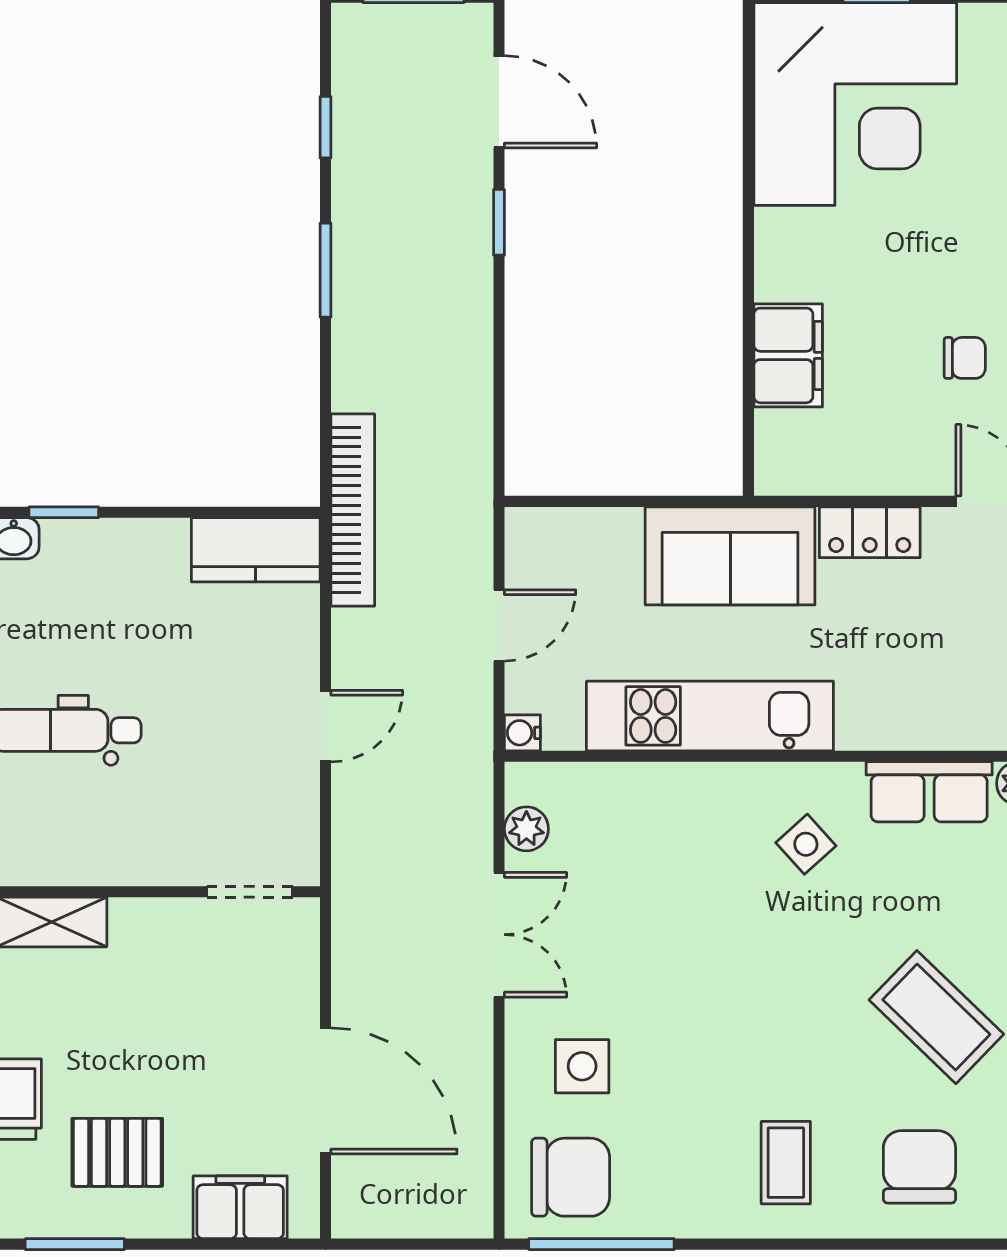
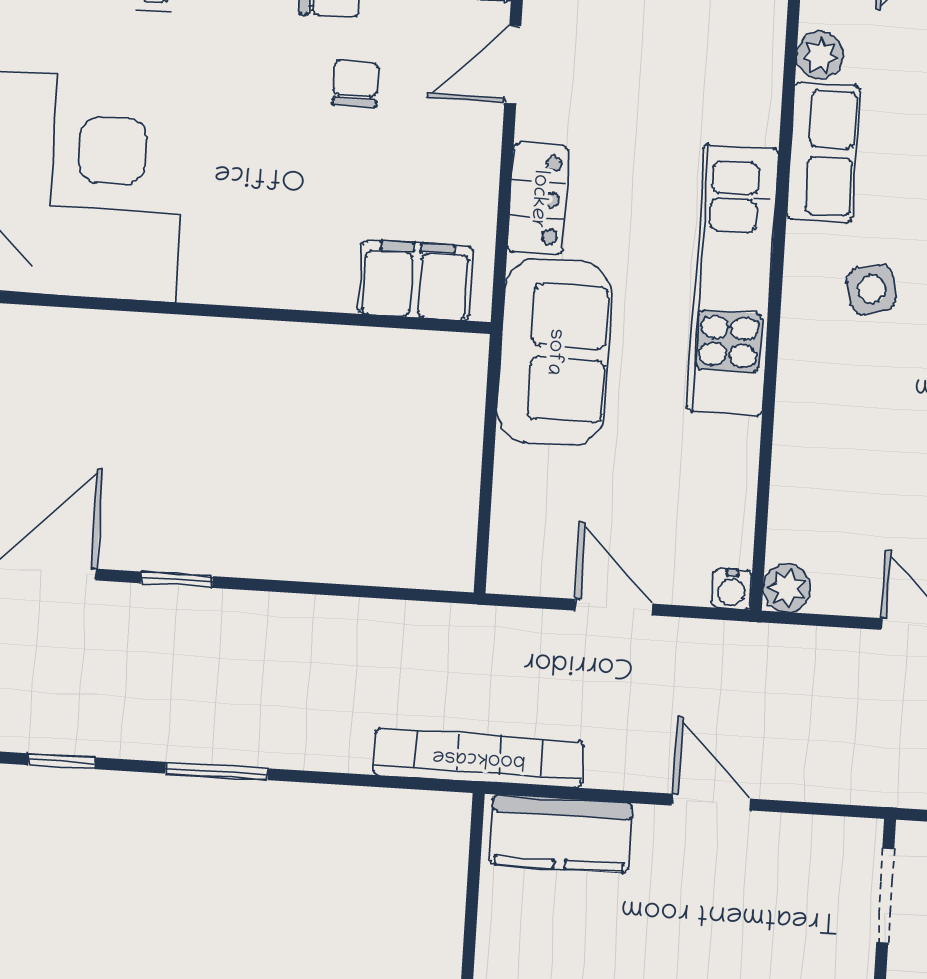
filing cabinet: (788, 355) -> (416, 280), moved
kitchen counter: (256, 550) -> (561, 834), moved, turned 90
kitchen unit: (710, 716) -> (733, 280), moved
plant: (526, 829) -> (787, 588), moved
side table: (806, 844) -> (872, 289), turned 30

